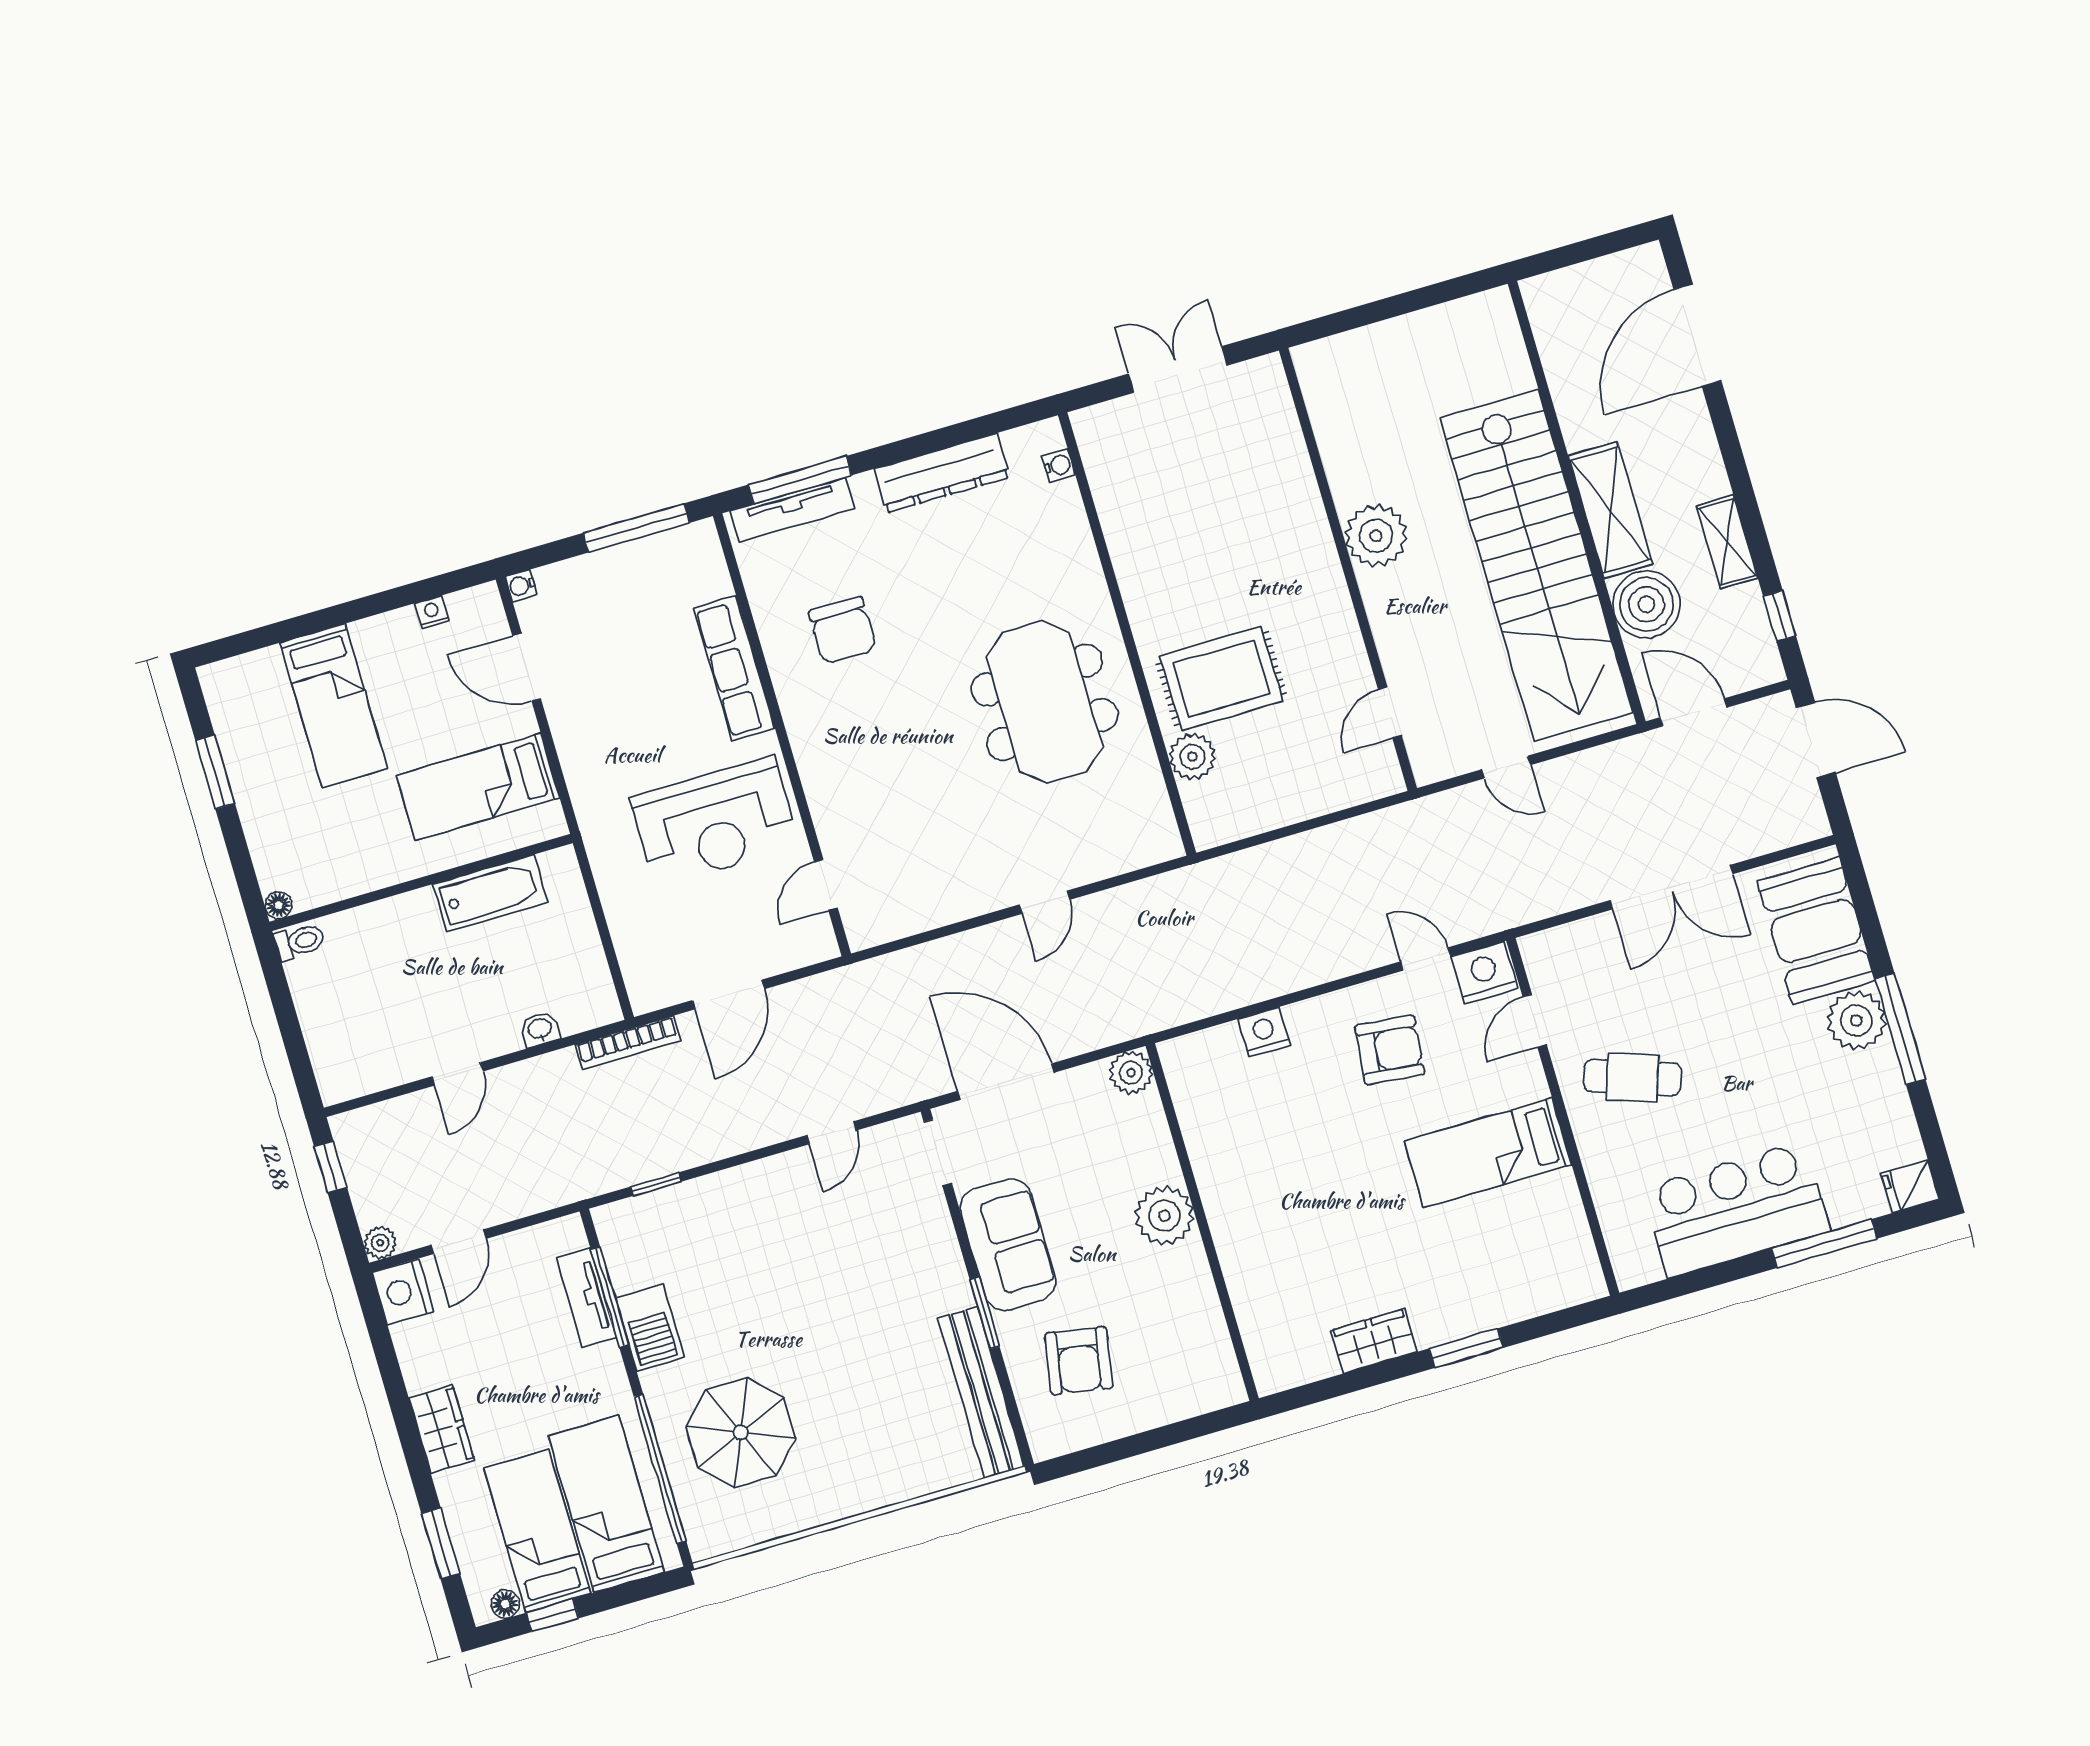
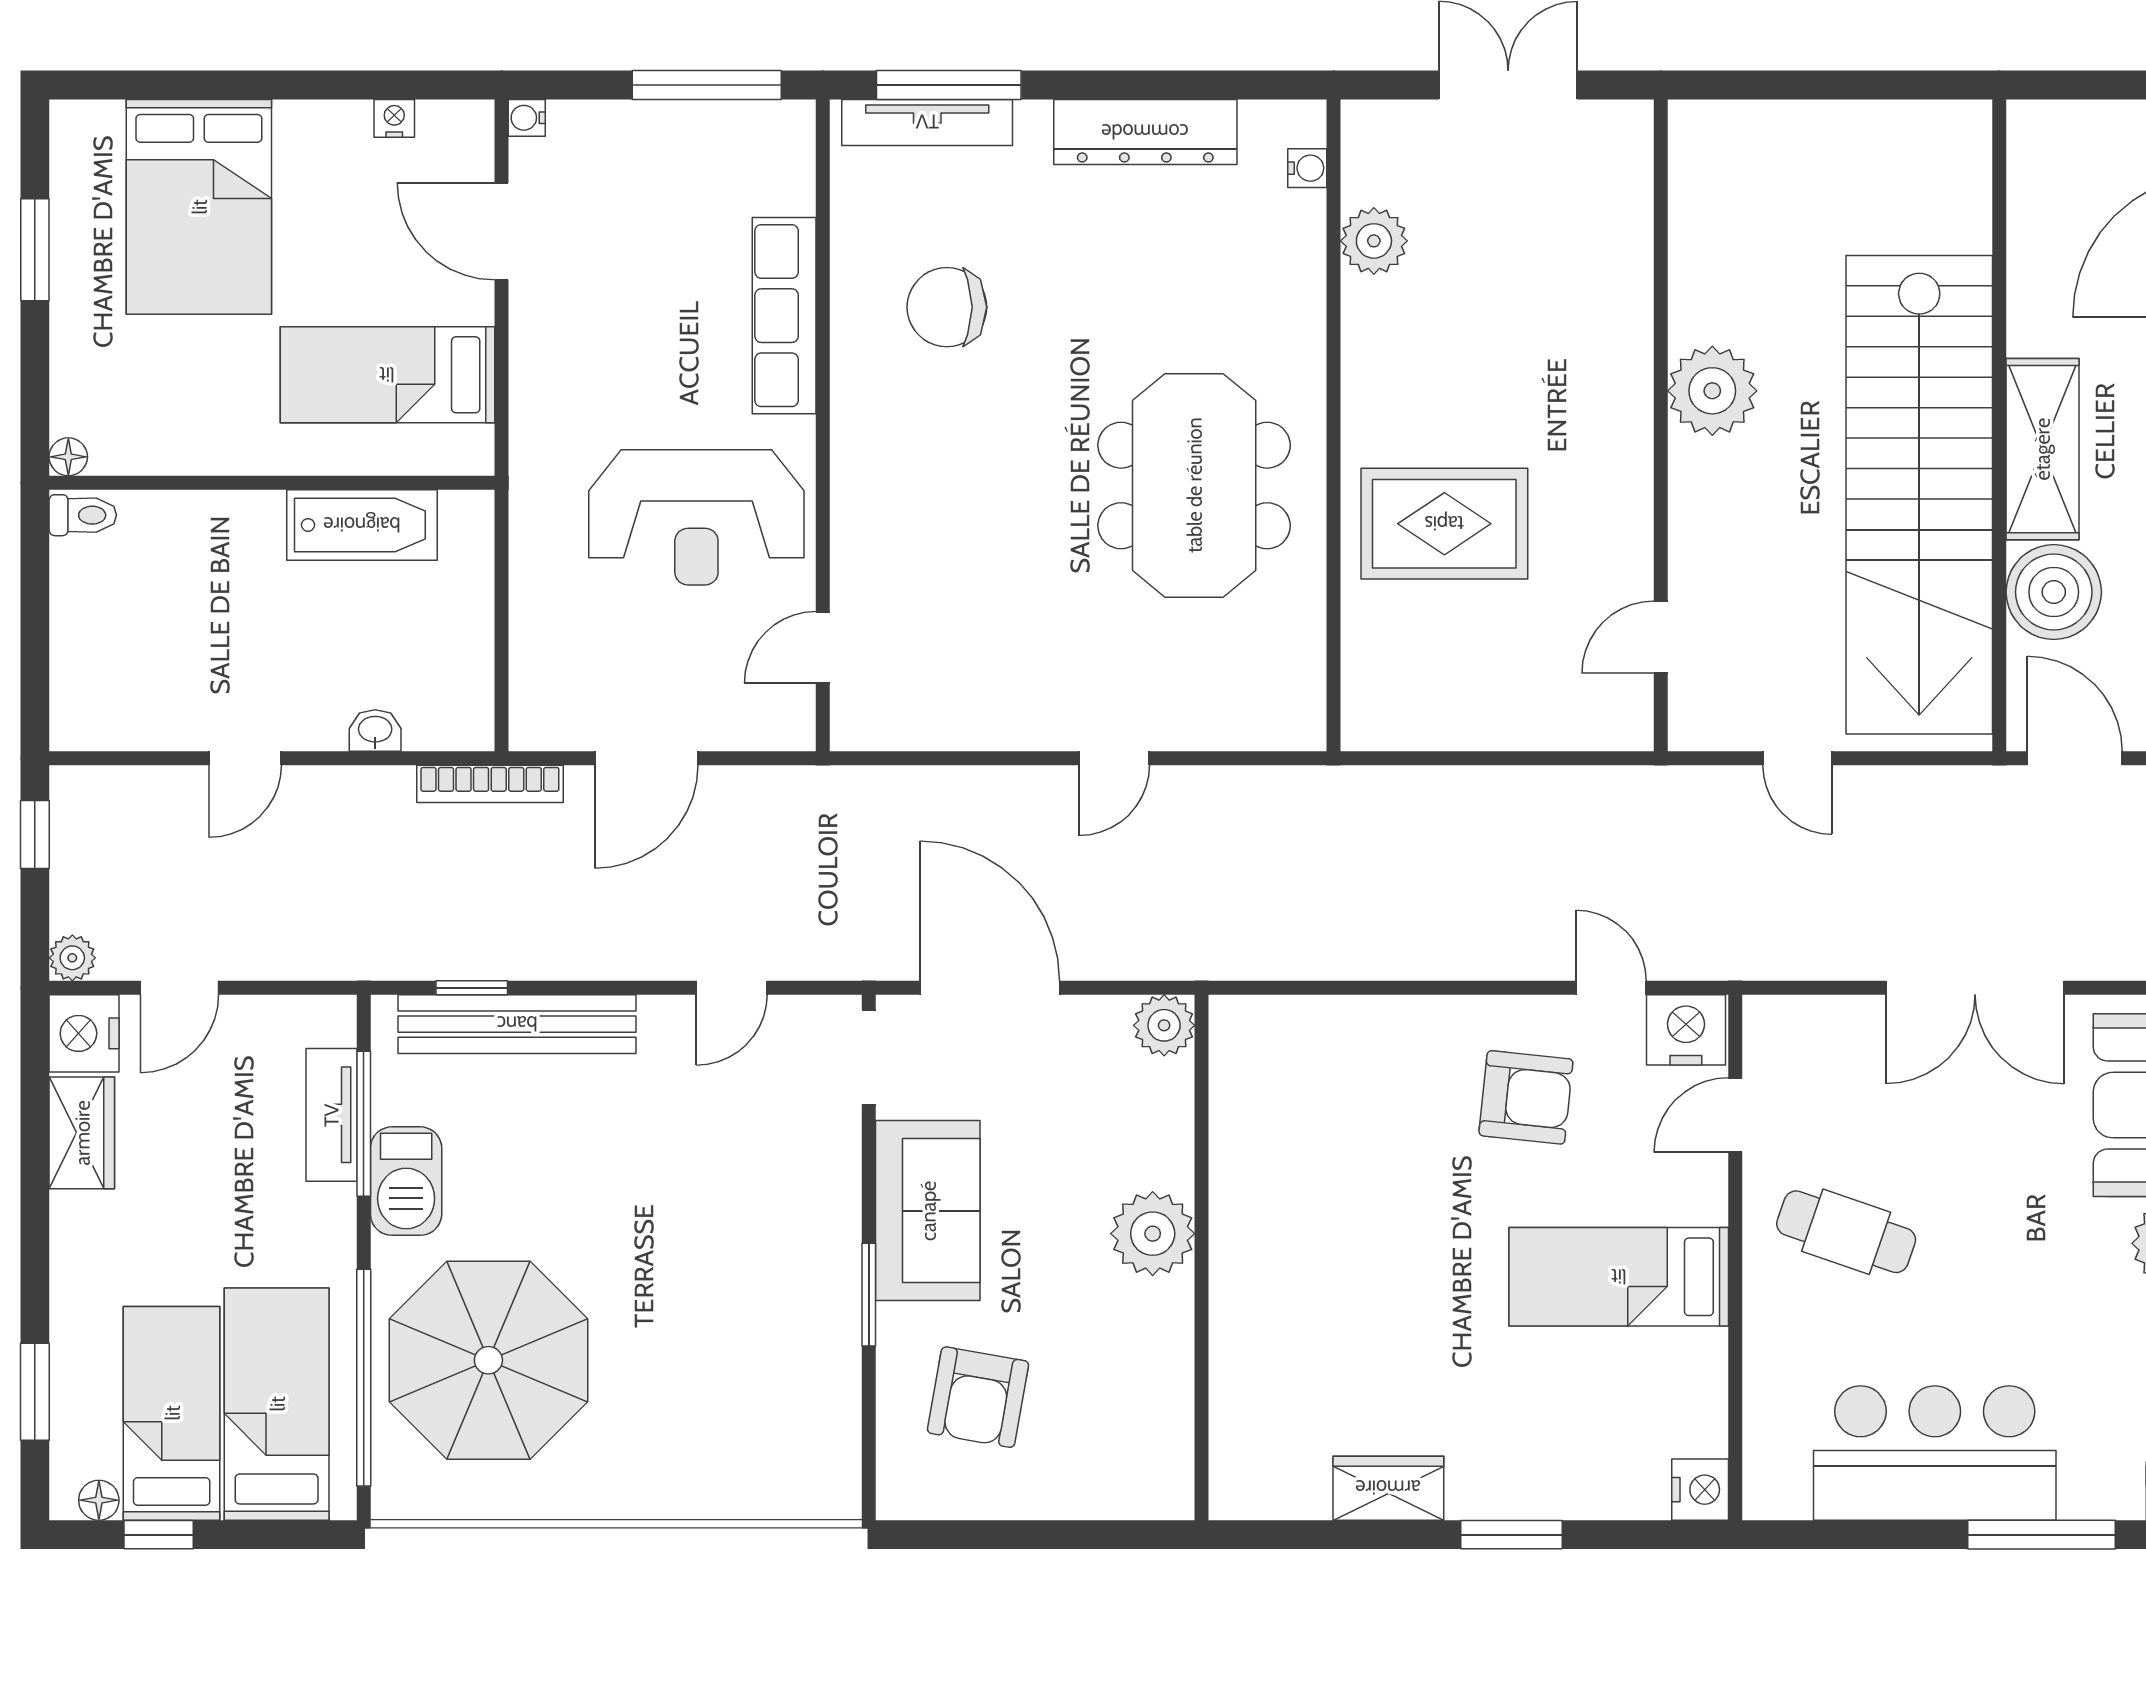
chair: (842, 630) -> (947, 307), turned 90
bed: (334, 706) -> (199, 207), width x1.50
plant: (1192, 757) -> (1374, 241), moved
nightstand: (1264, 1032) -> (1700, 1490), moved, turned 90
bench: (981, 1392) -> (517, 1024), moved, turned 90
wardrobe: (442, 1429) -> (82, 1133), moved
parasol: (741, 1432) -> (488, 1360), width x1.36, depth x1.36

